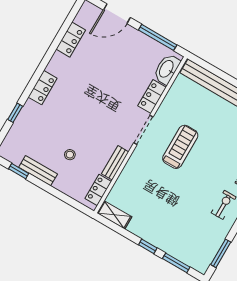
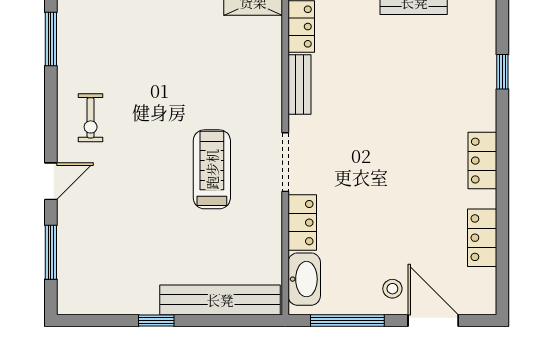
door: (117, 14) -> (433, 320), hinge flipped
locker: (43, 88) -> (482, 161), moved
treadmill: (180, 147) -> (212, 169), turned 180
stool: (70, 155) -> (392, 289), moved

